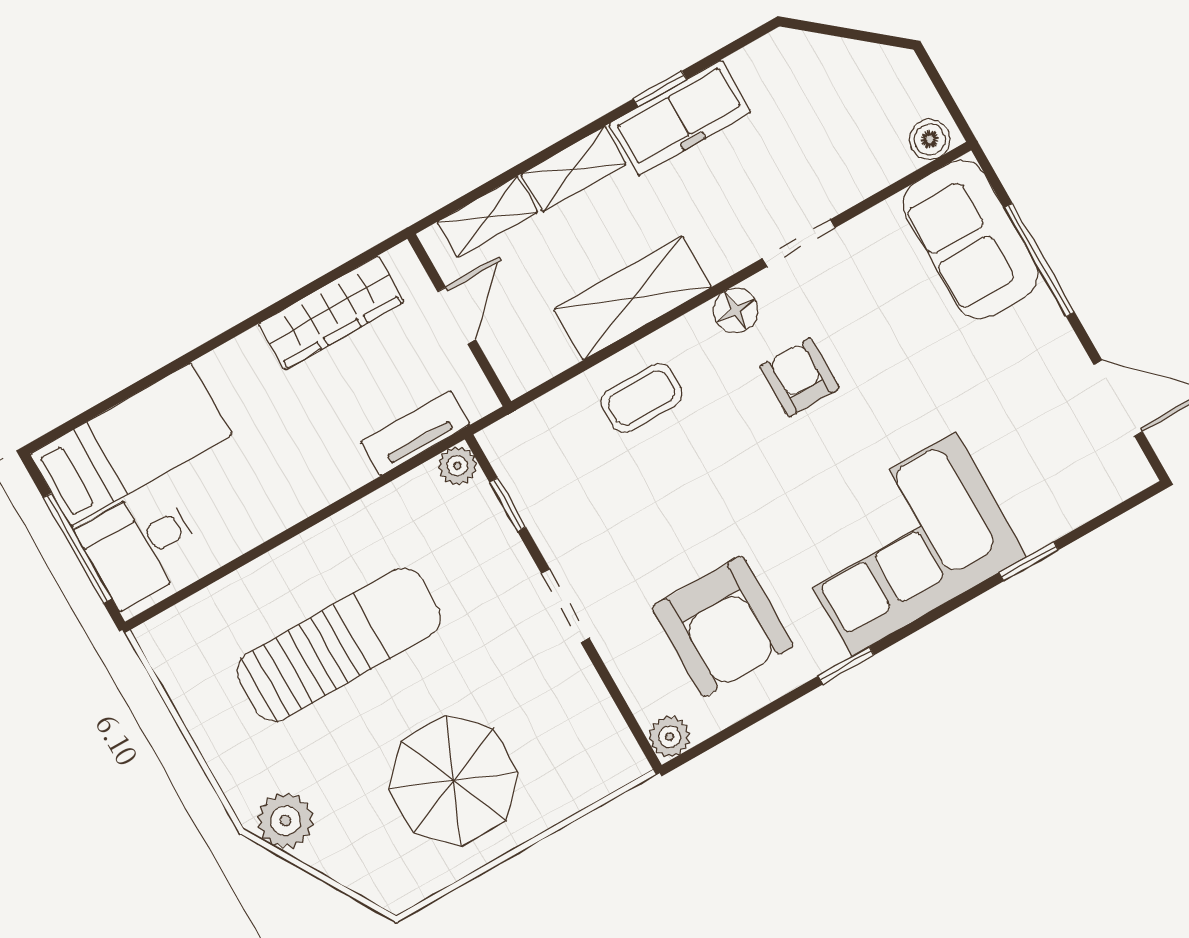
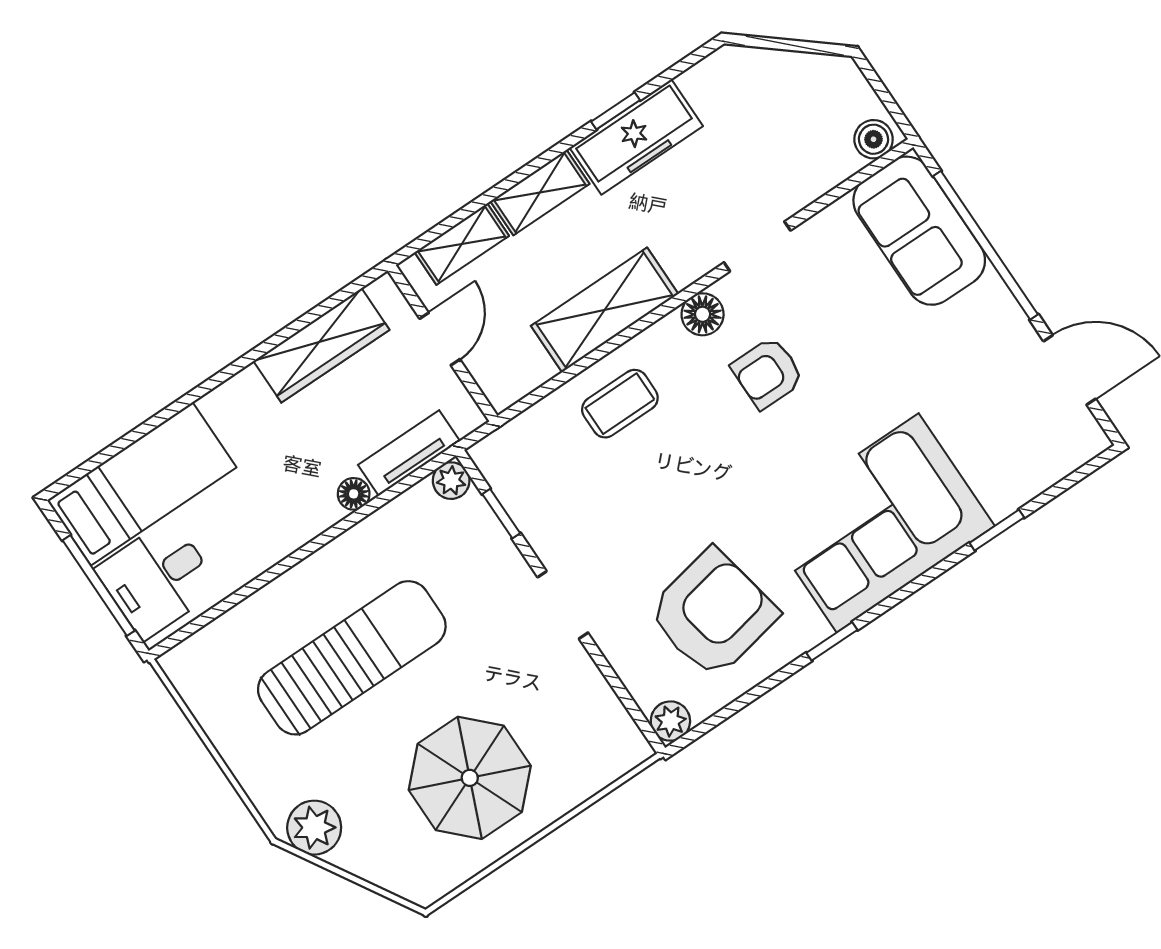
window: (1039, 260) -> (985, 245), width x1.46
armchair: (800, 377) -> (768, 373), turned -90
floor lamp: (354, 472) -> (354, 494), added
armchair: (723, 626) -> (713, 613), turned -101

